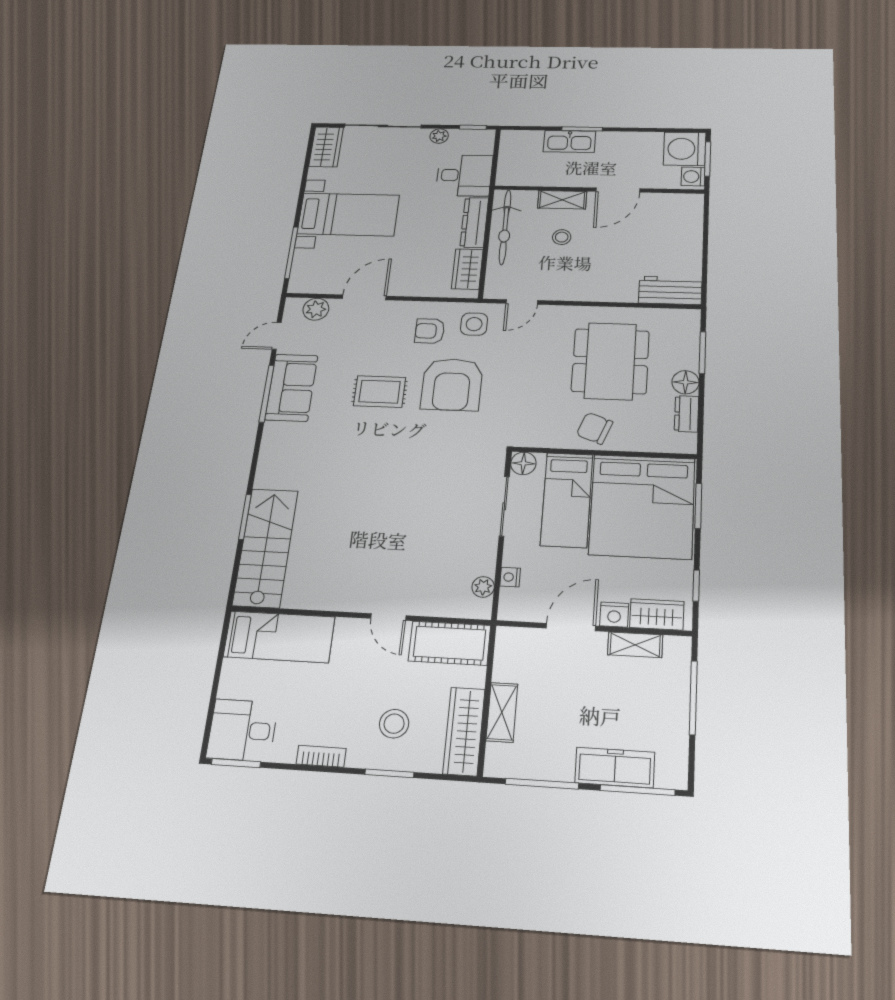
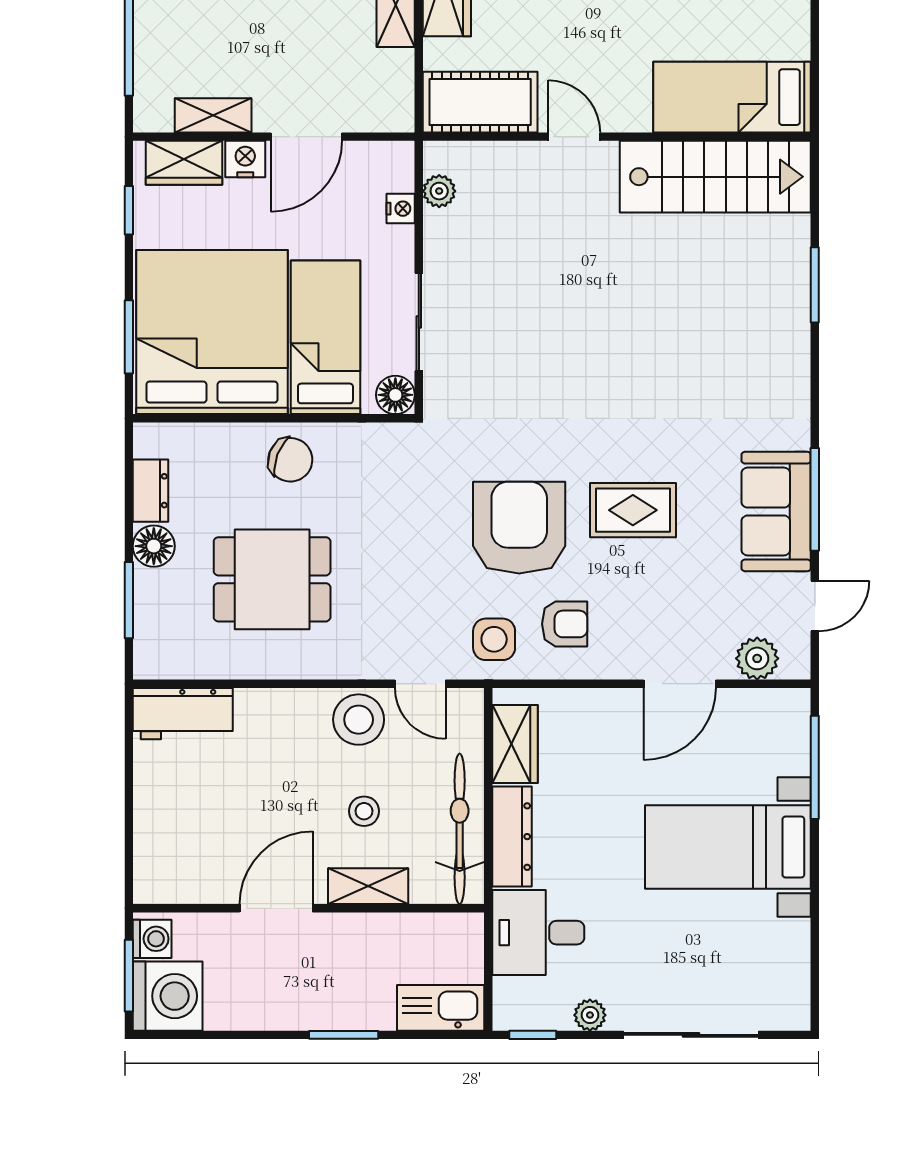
kitchen sink: (569, 141) -> (441, 1008), moved
wardrobe: (326, 147) -> (786, 988), removed
stool: (561, 284) -> (359, 720), added
door: (522, 302) -> (420, 684), swing flipped
dining table: (610, 361) -> (272, 579), width x0.73
stairs: (266, 548) -> (715, 177), moved, turned -90

